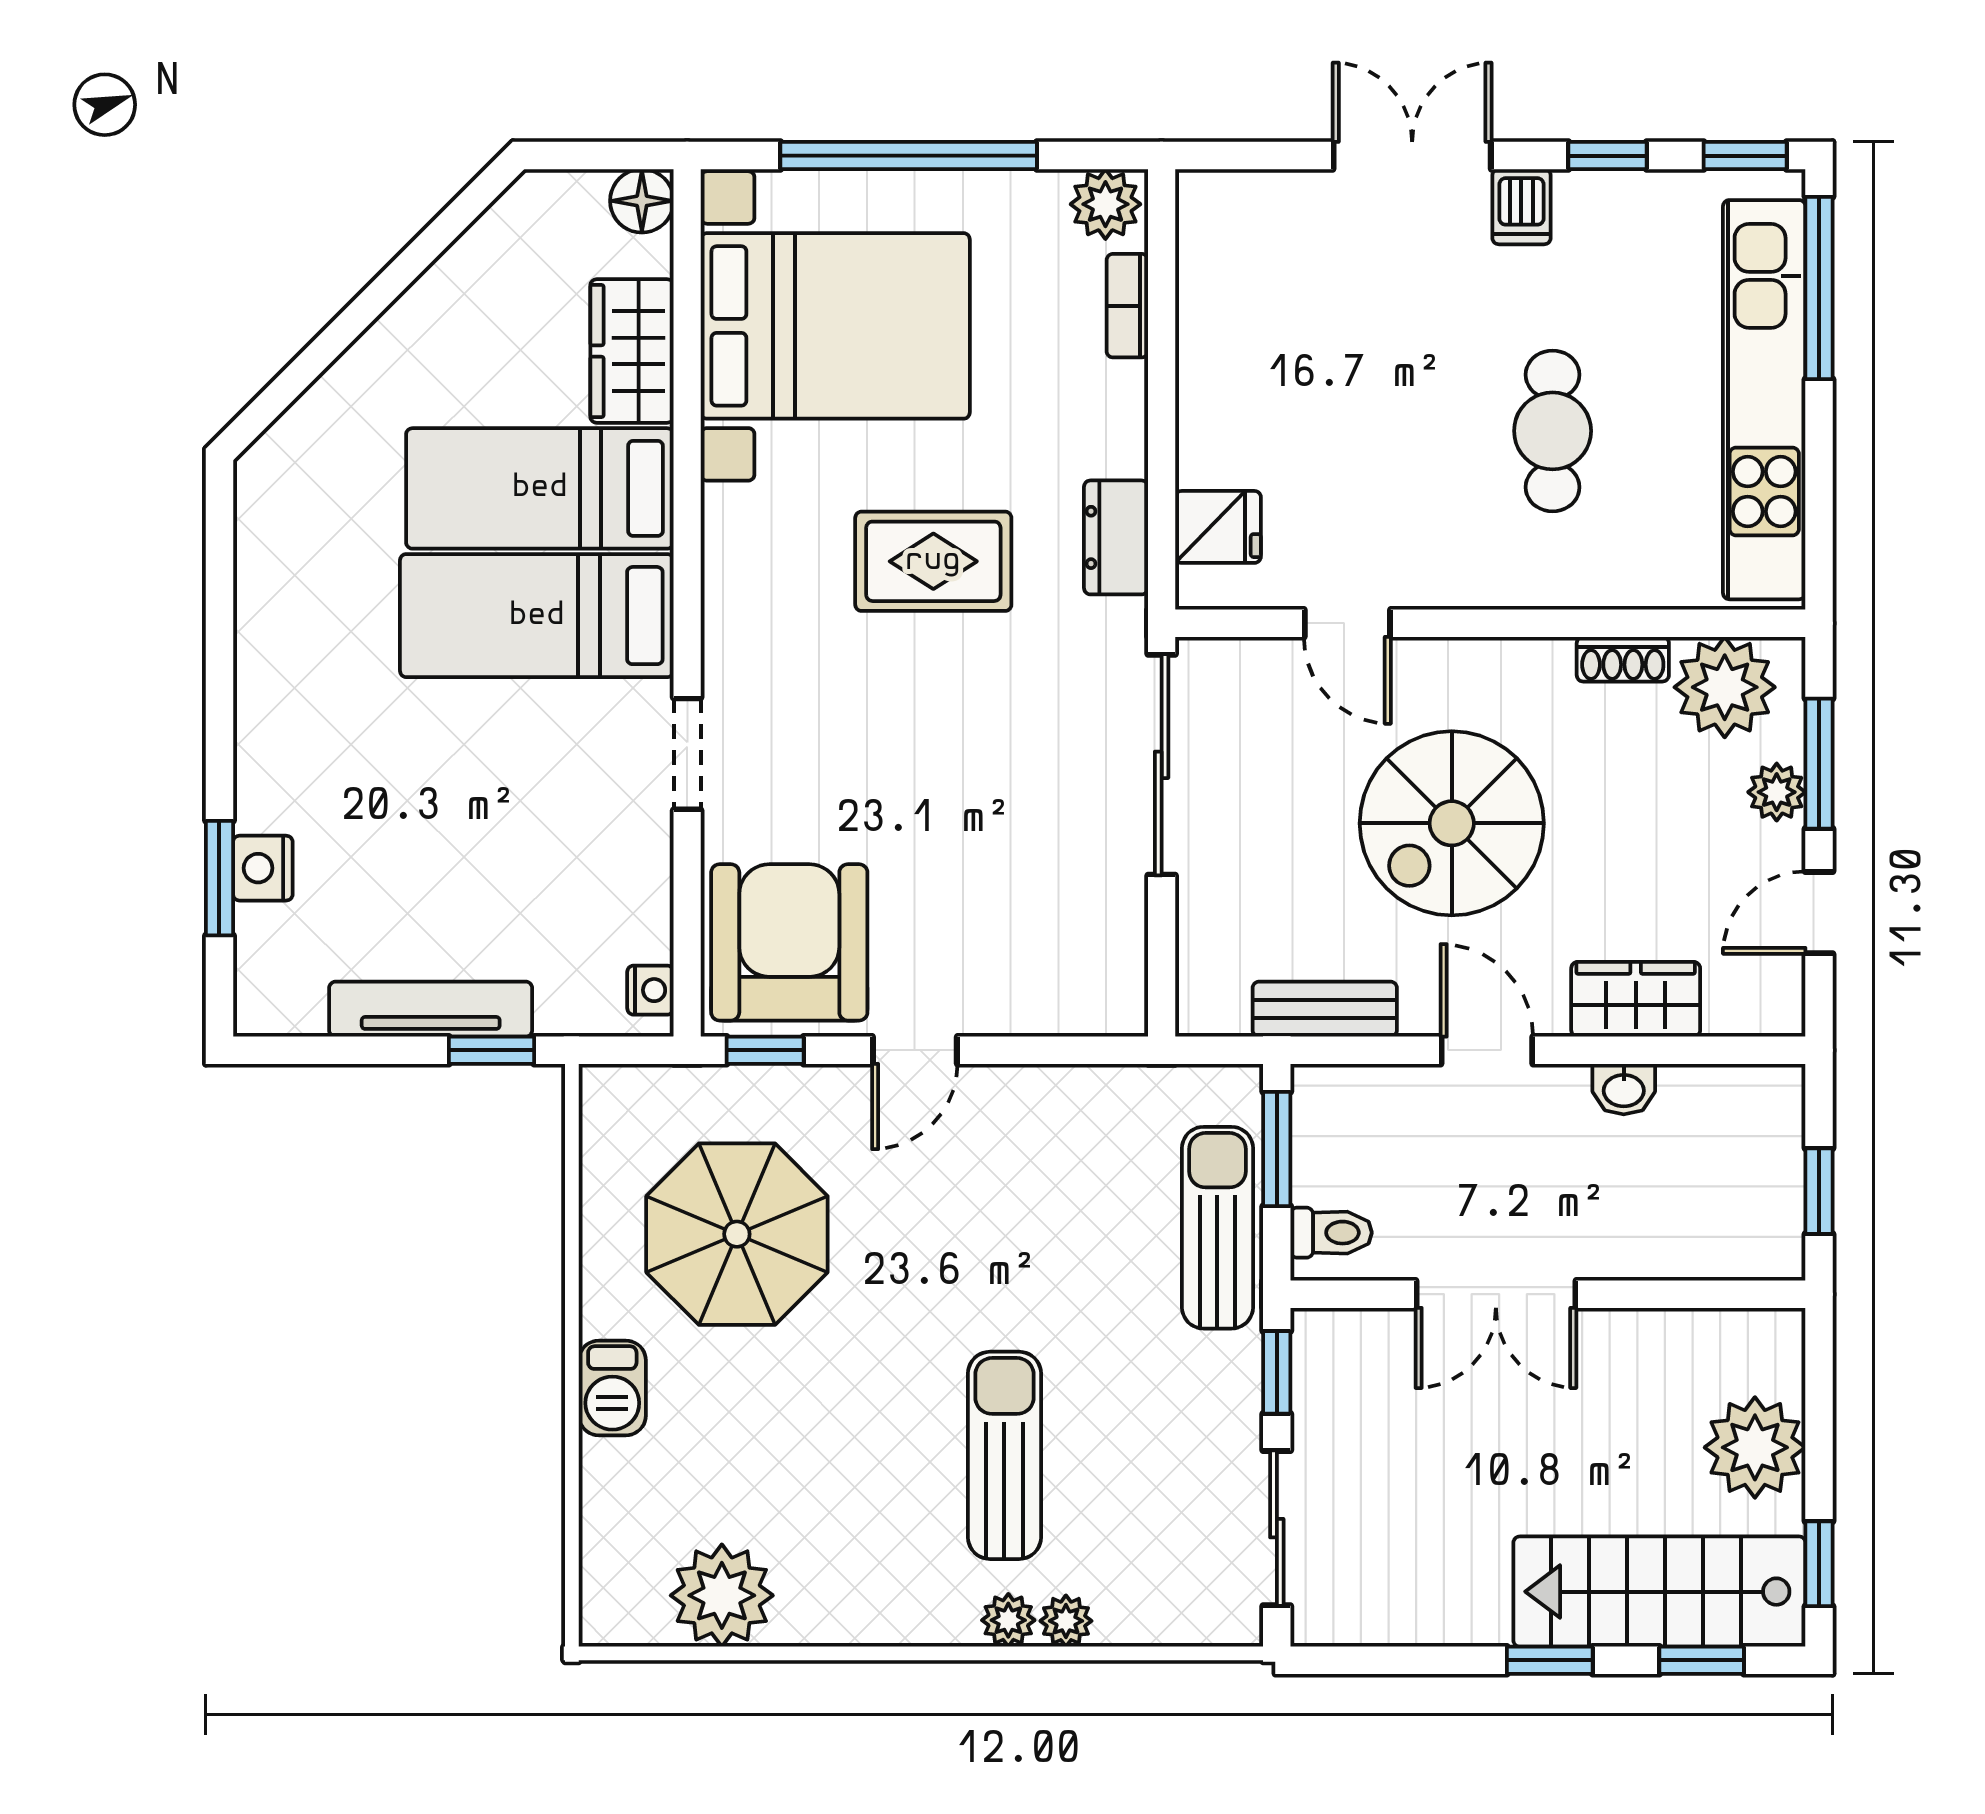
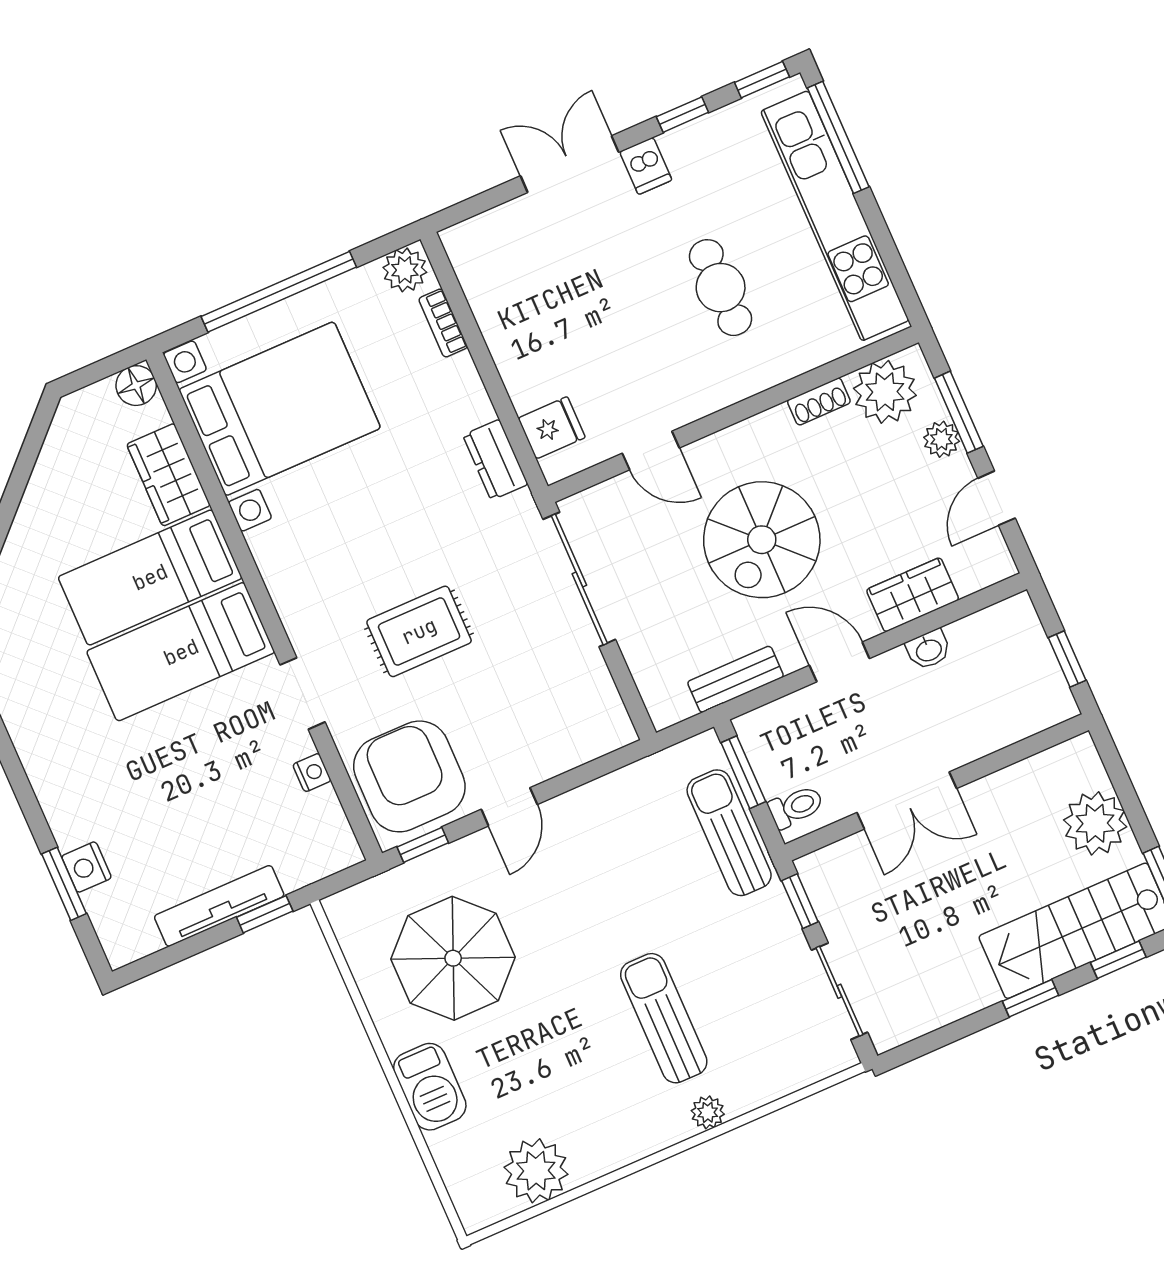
rug: (933, 561) -> (419, 631), moved
nightstand: (650, 990) -> (312, 773), moved
barbecue: (612, 1388) -> (430, 1087), width x1.38, depth x1.27
plant: (1066, 1621) -> (741, 1098), removed

